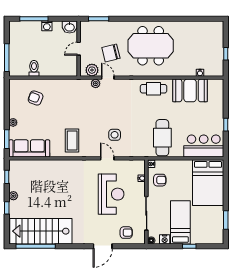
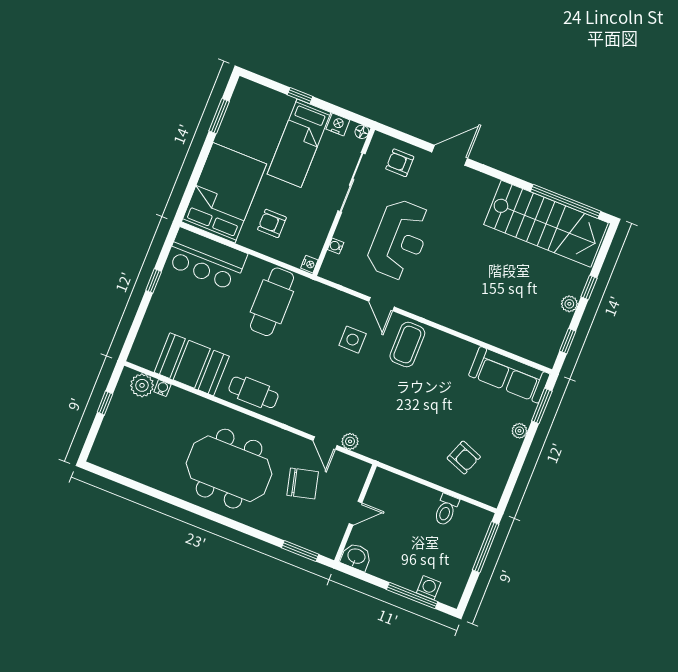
washing machine: (47, 26) -> (429, 588), moved
plant: (92, 70) -> (142, 385), moved
coffee table: (72, 140) -> (407, 345), moved
armchair: (160, 180) -> (272, 223), moved
reception desk: (111, 194) -> (399, 240), turned 180

